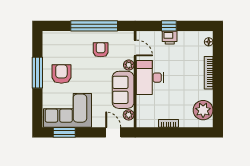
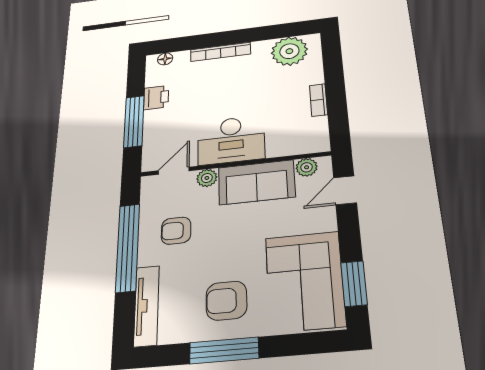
window: (169, 26) -> (134, 121), width x2.17
tv unit: (62, 36) -> (147, 306), added
printer: (170, 38) -> (156, 98), moved

